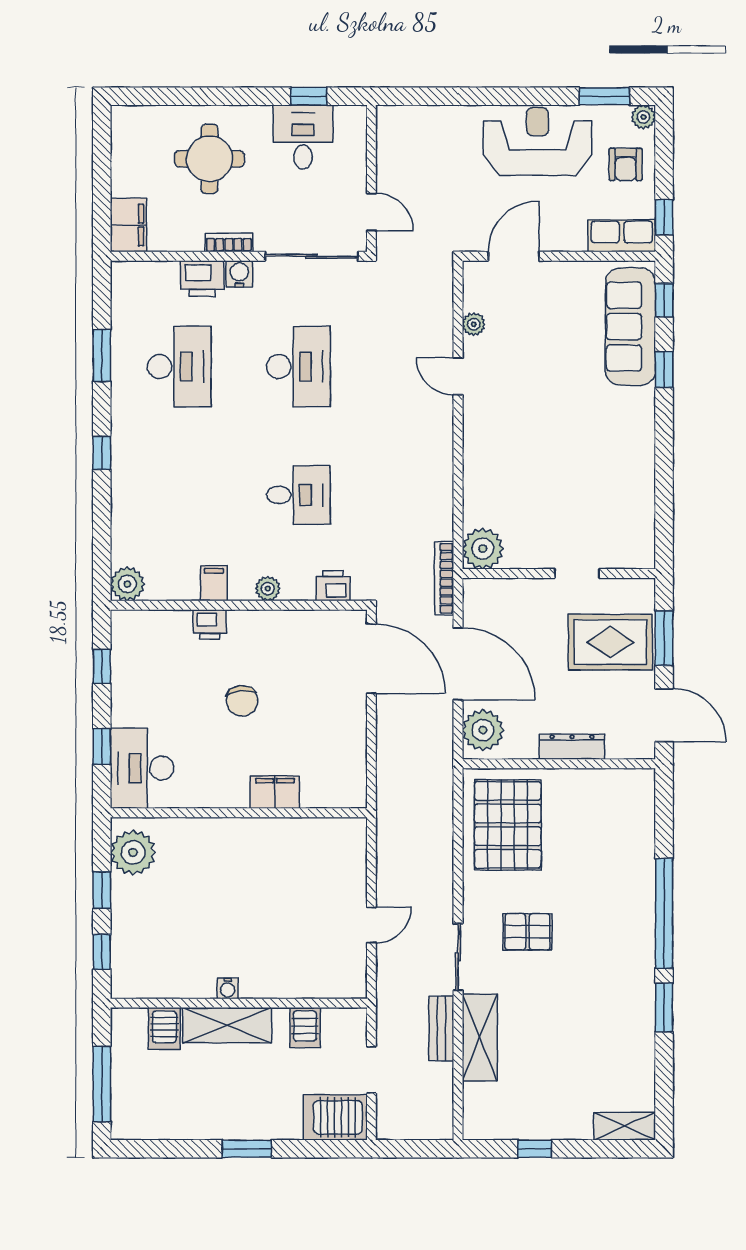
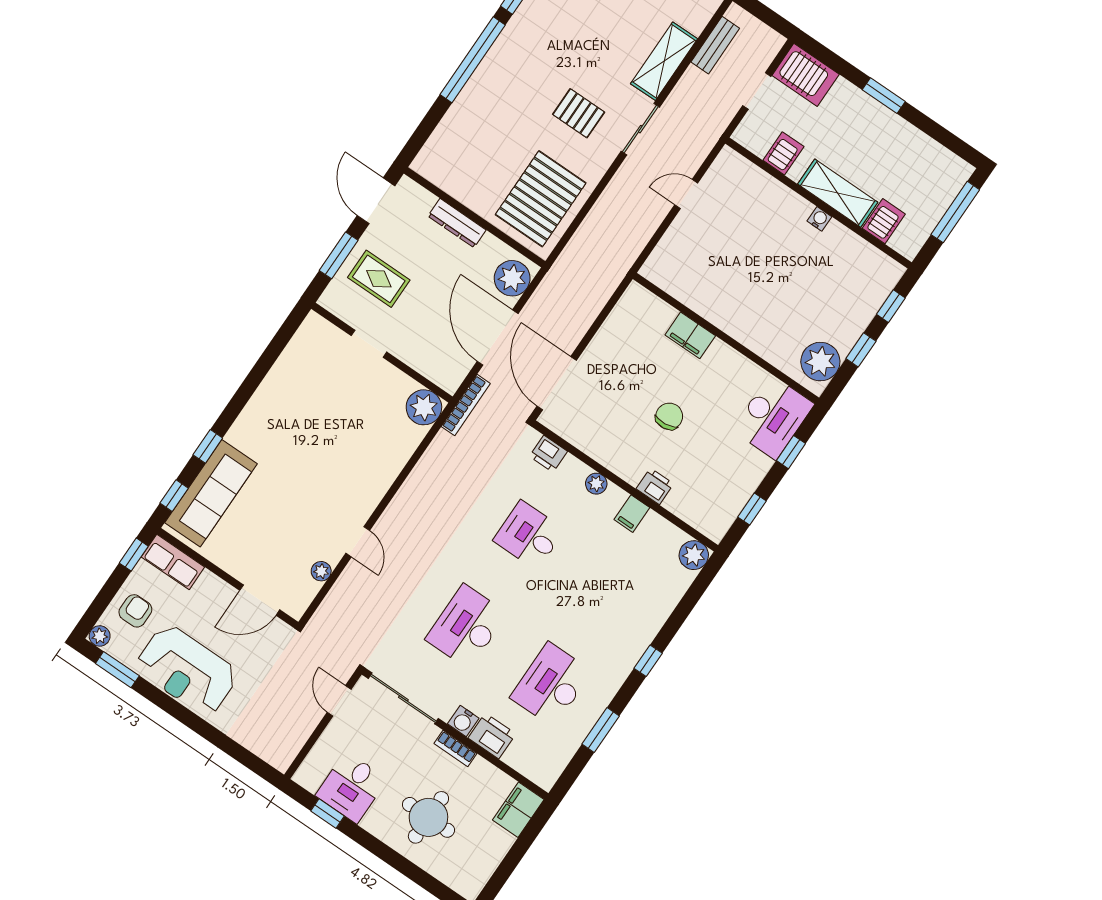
rug: (610, 642) -> (379, 279), width x0.73, depth x0.70
bench: (441, 1028) -> (715, 45), moved

